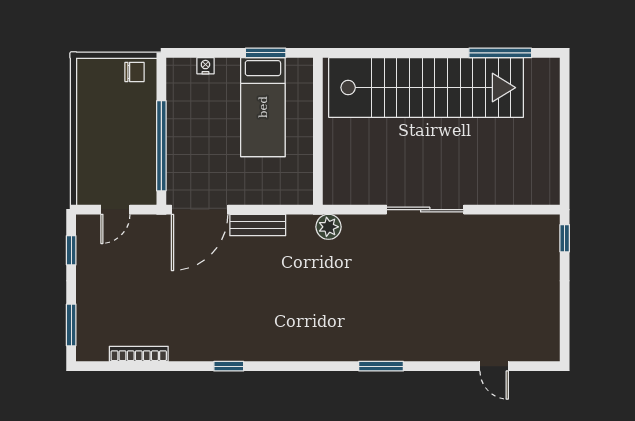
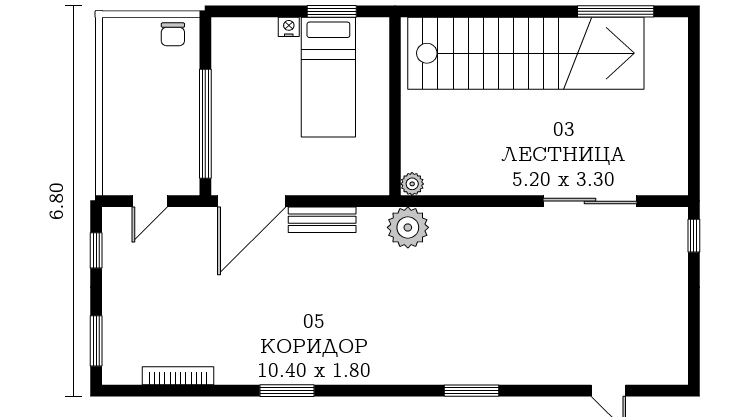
nightstand: (205, 66) -> (289, 27), moved
chair: (134, 72) -> (173, 34), turned 90
plant: (332, 195) -> (412, 184), added
sliding door: (425, 210) -> (590, 201), moved
plant: (328, 227) -> (408, 227), width x1.36, depth x1.36
window: (229, 366) -> (287, 391), width x1.50

